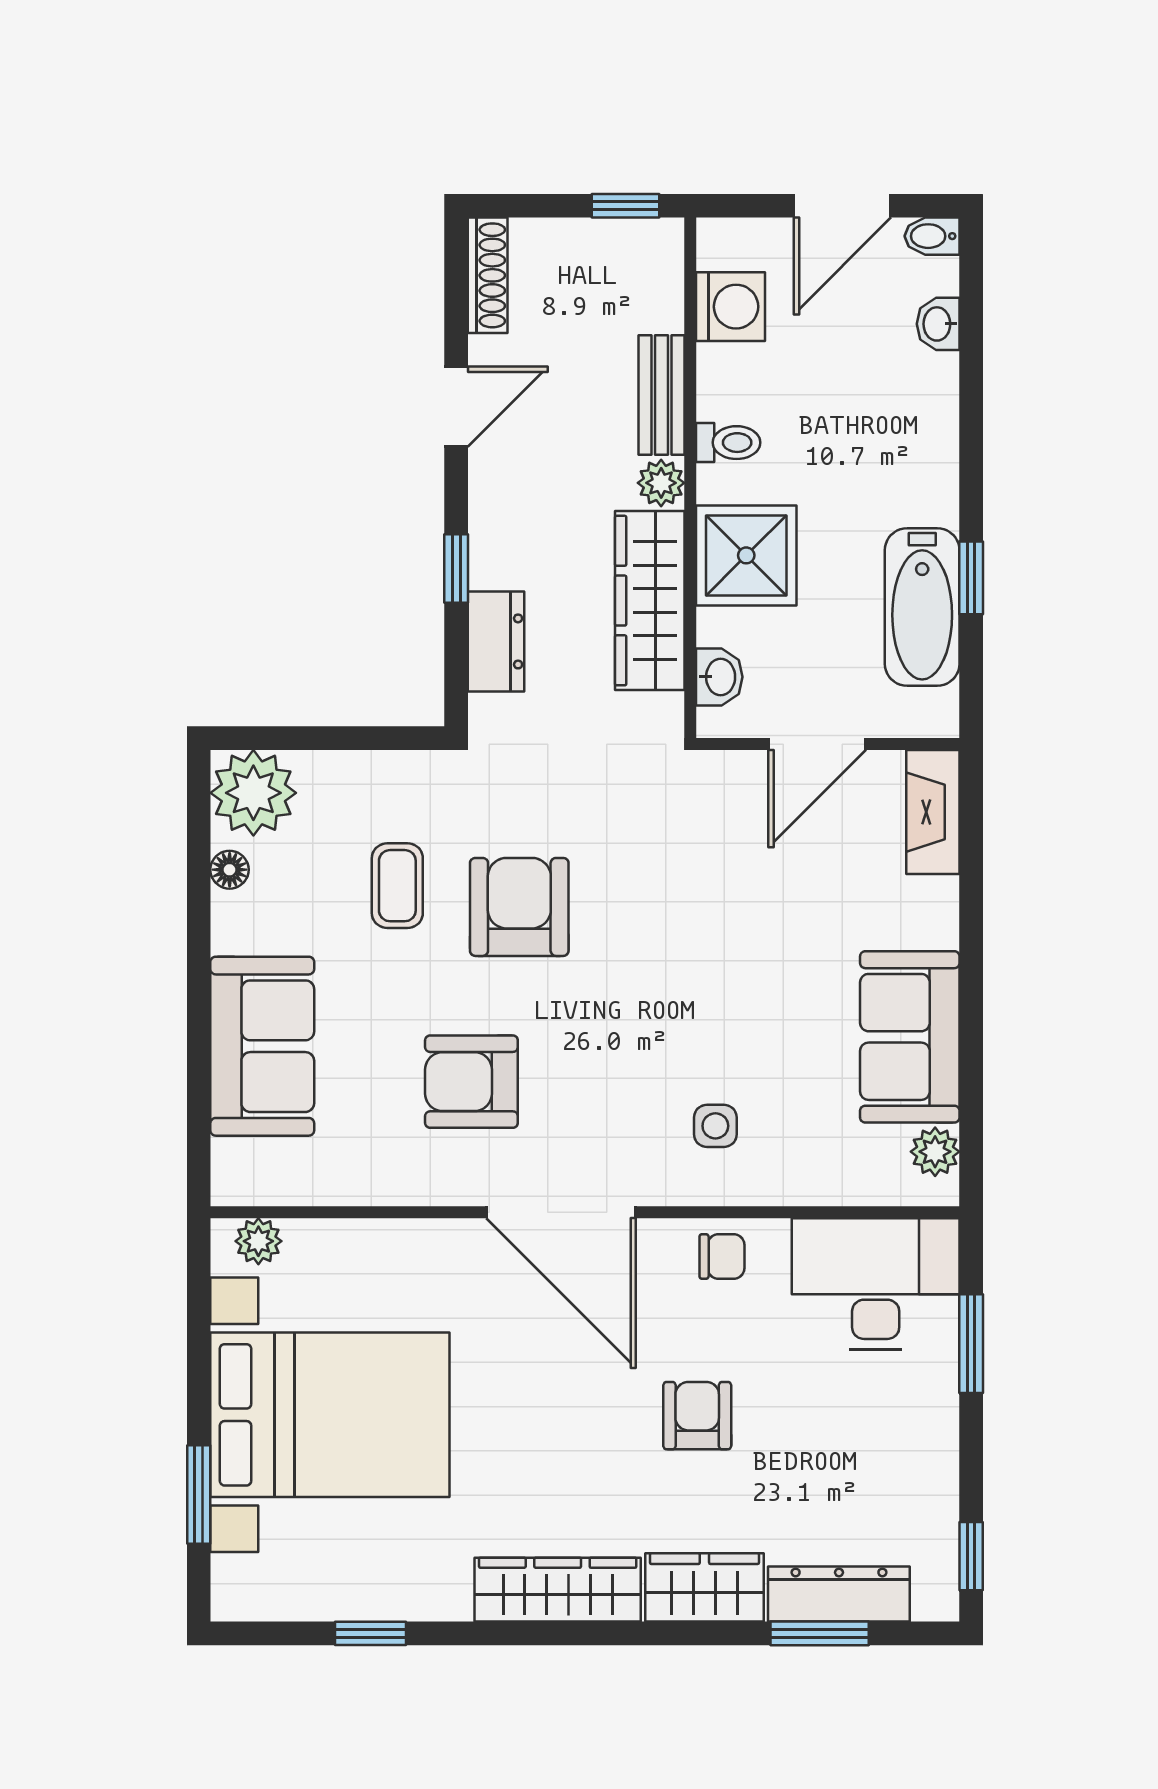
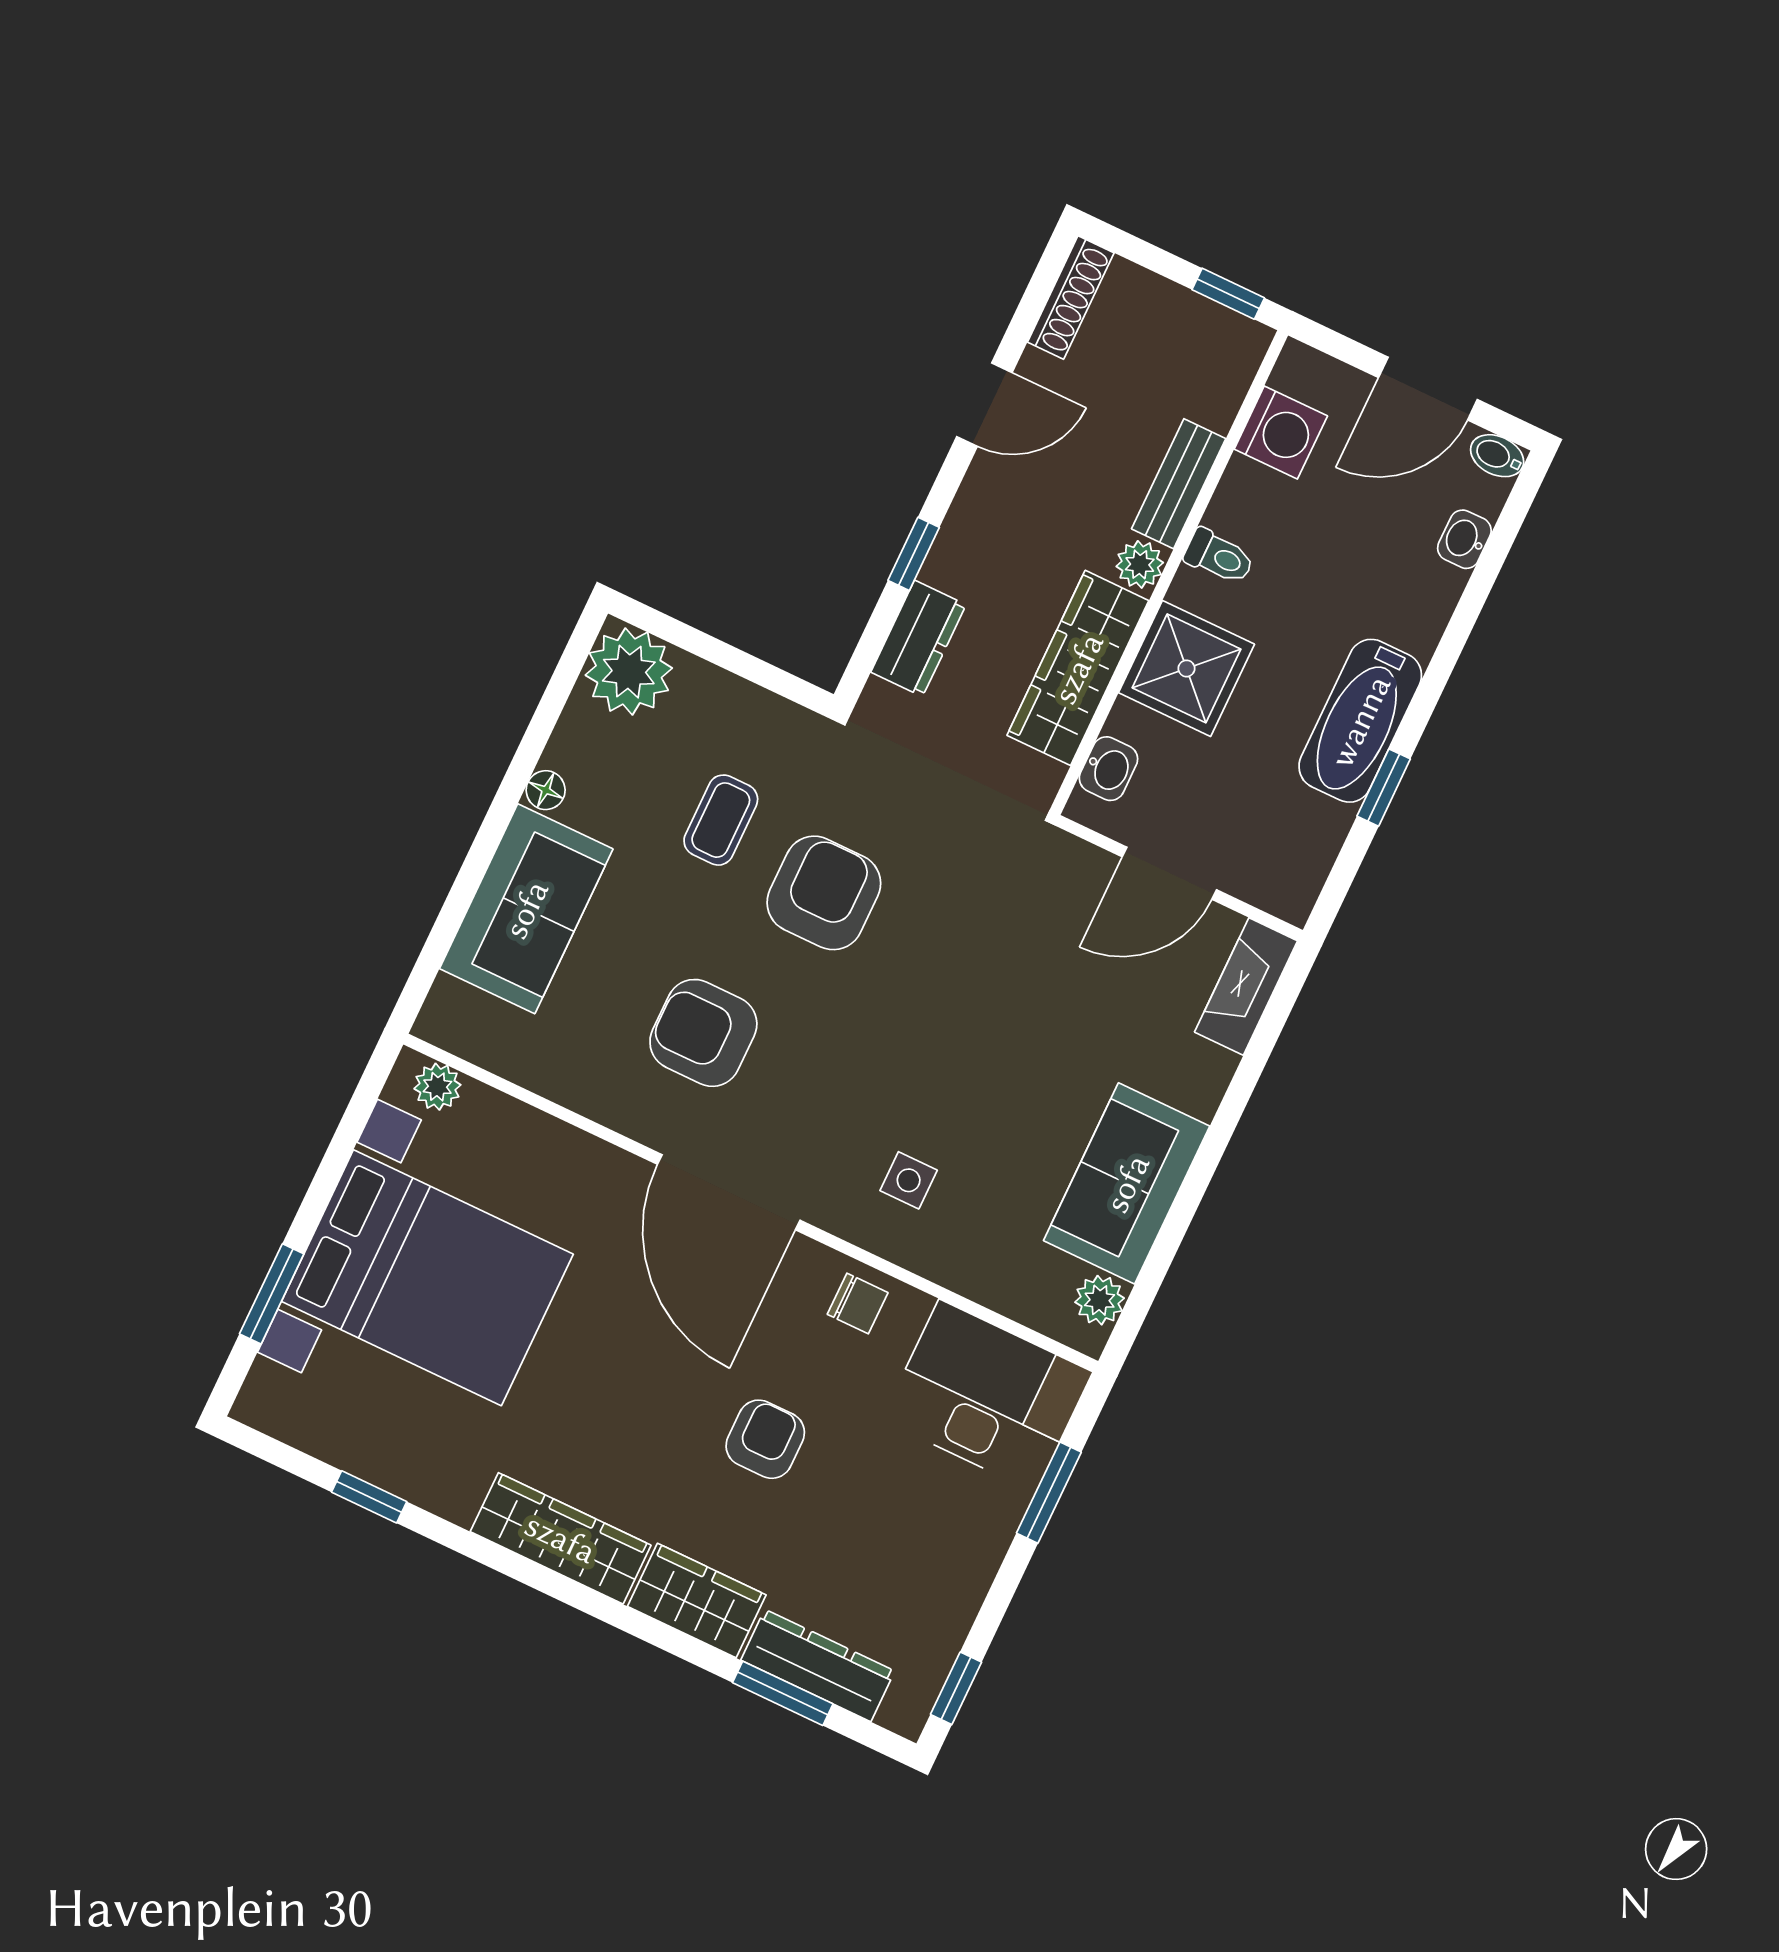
bathtub: (922, 607) -> (1360, 721), moved
floor lamp: (230, 870) -> (546, 790), moved

